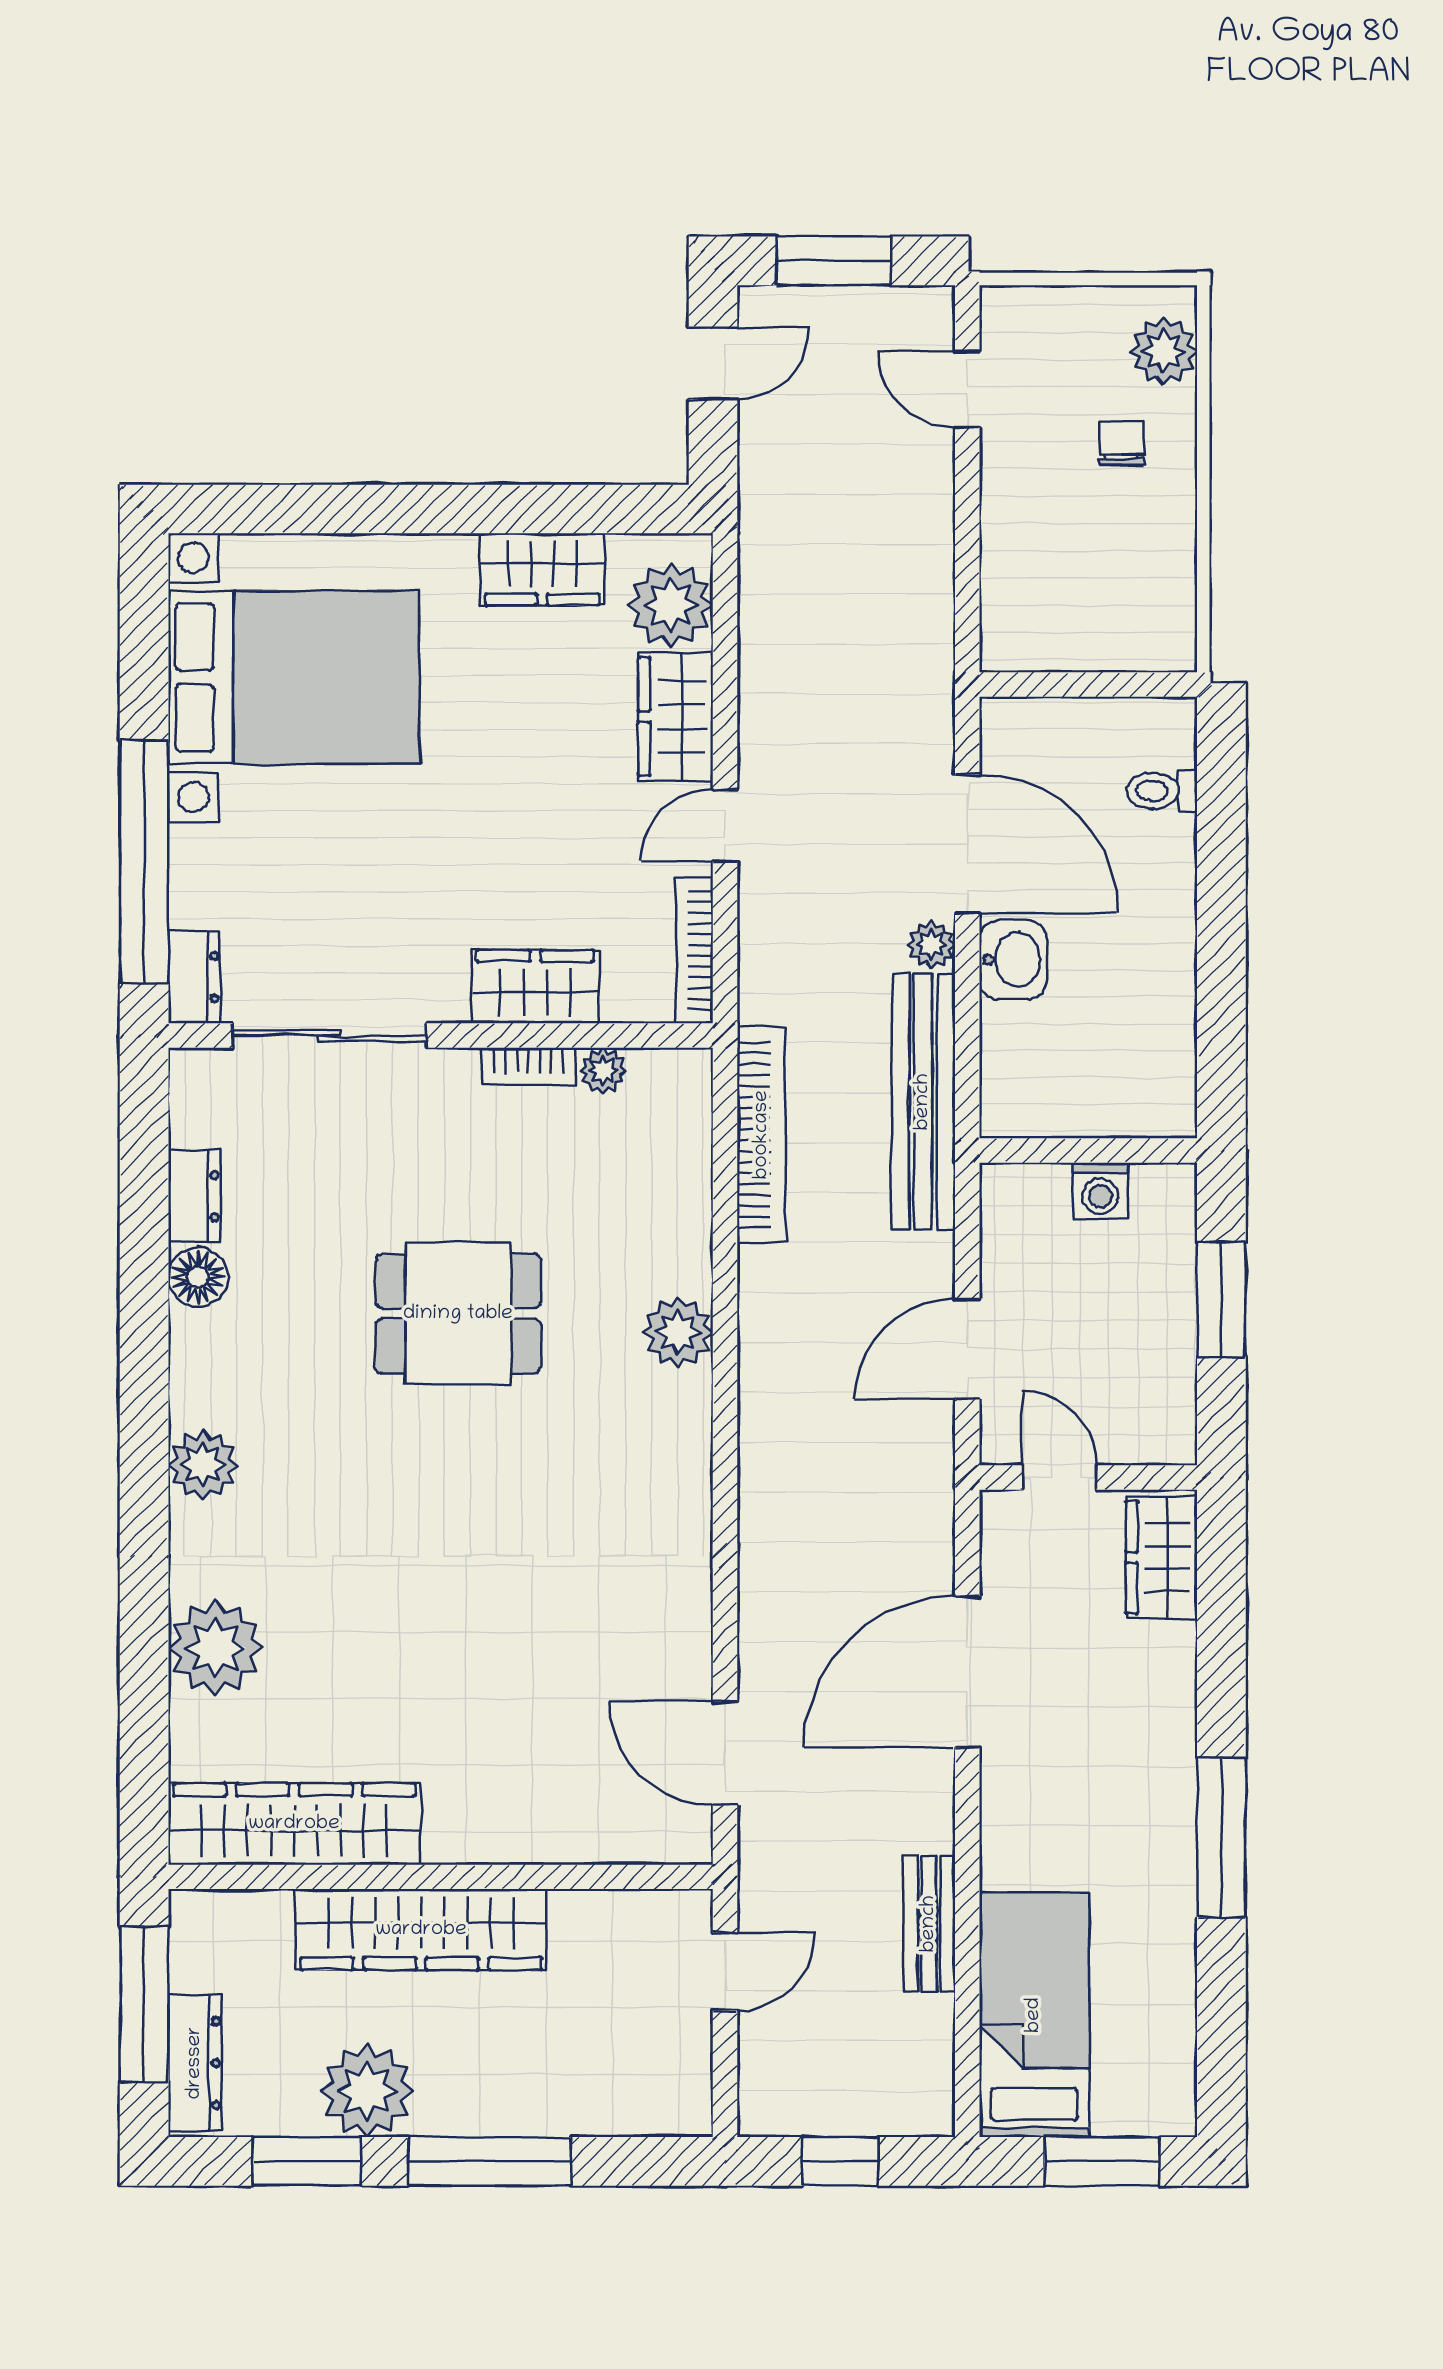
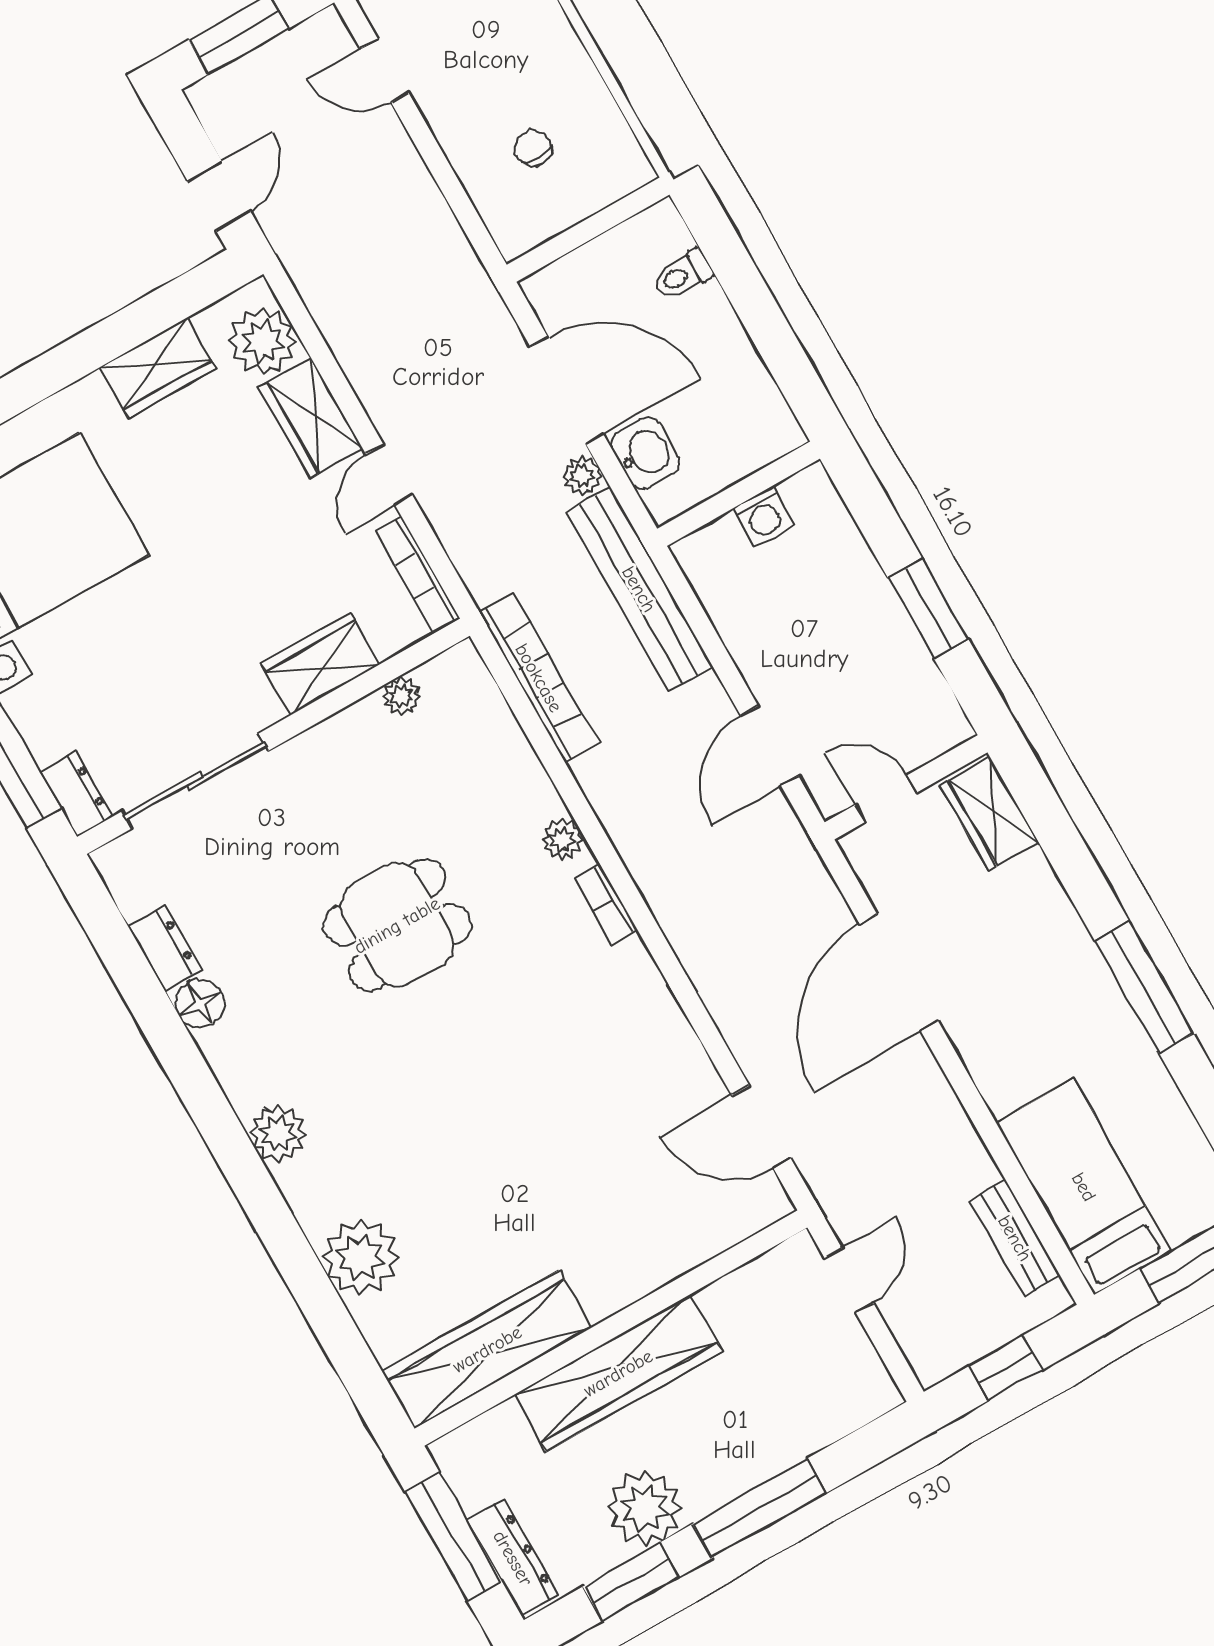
door: (713, 363) -> (219, 196), moved
chair: (1121, 443) -> (533, 148), moved
bookcase: (528, 1066) -> (606, 905), moved, turned 90
wall: (1088, 1151) -> (739, 494), moved
washing machine: (1100, 1191) -> (763, 517), moved
plant: (678, 1332) -> (562, 839), width x0.73, depth x0.73
bench: (929, 1924) -> (1015, 1238), moved

